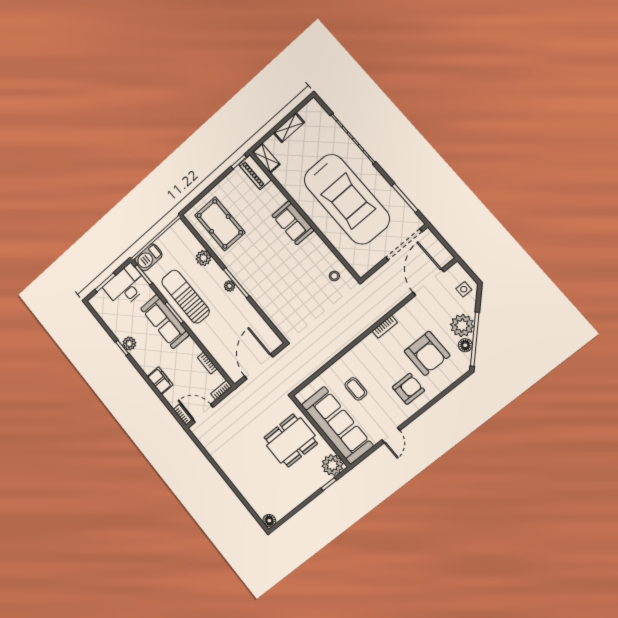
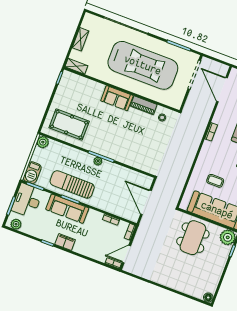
piano: (255, 172) -> (144, 105), moved
plant: (204, 258) -> (43, 142), moved
plant: (129, 344) -> (16, 224), moved
filing cabinet: (160, 381) -> (65, 242), moved

